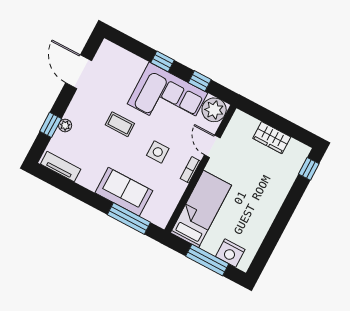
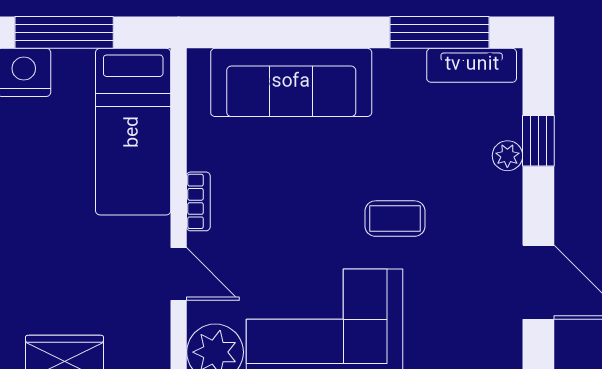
side table: (158, 152) -> (286, 203), removed
sofa: (124, 192) -> (291, 82), width x1.36
window: (129, 219) -> (439, 32), moved

